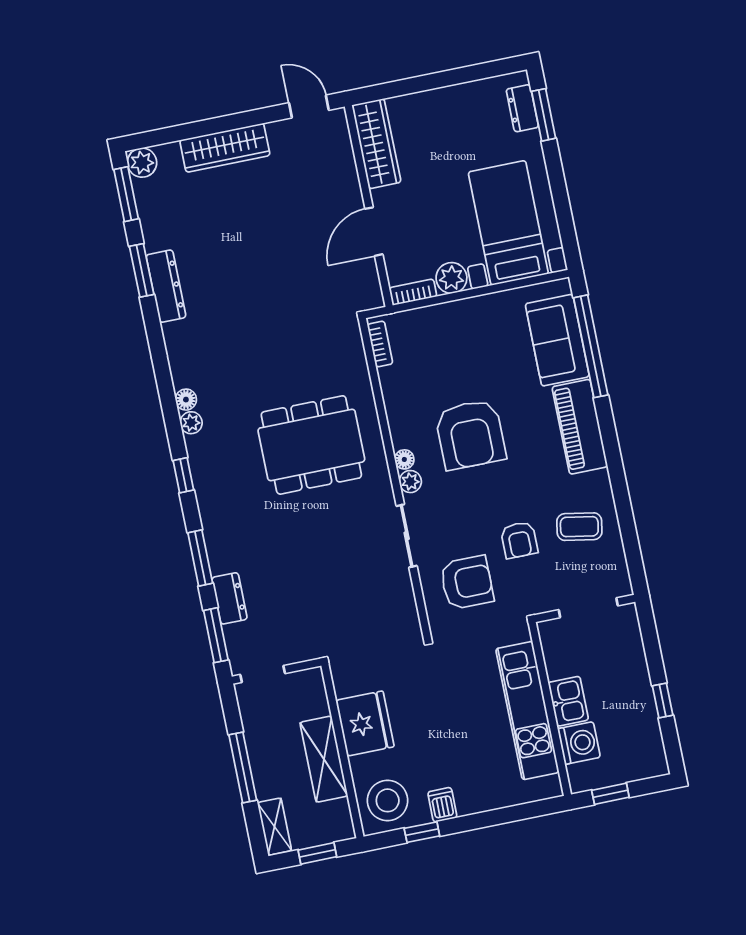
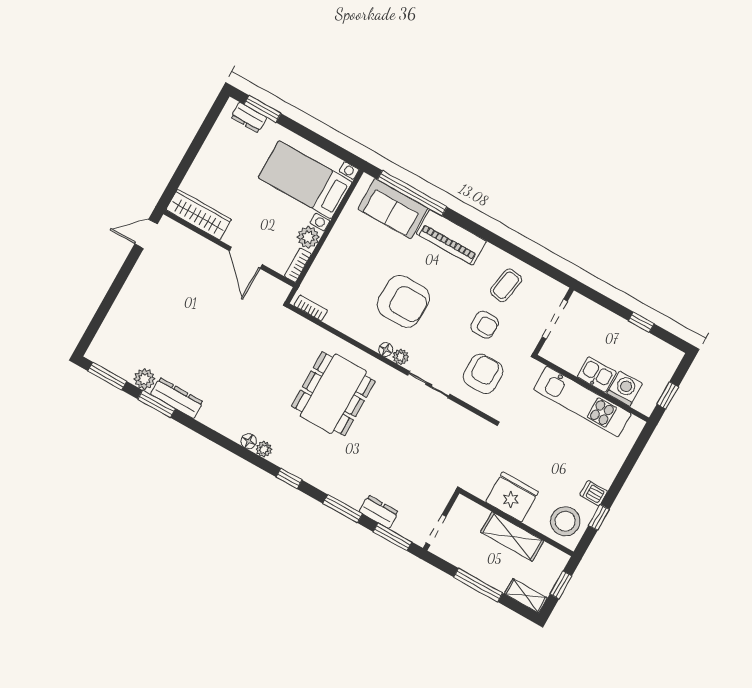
wardrobe: (225, 148) -> (129, 300), removed
plant: (142, 163) -> (145, 379), moved

